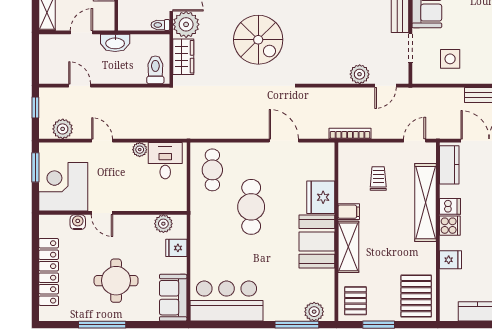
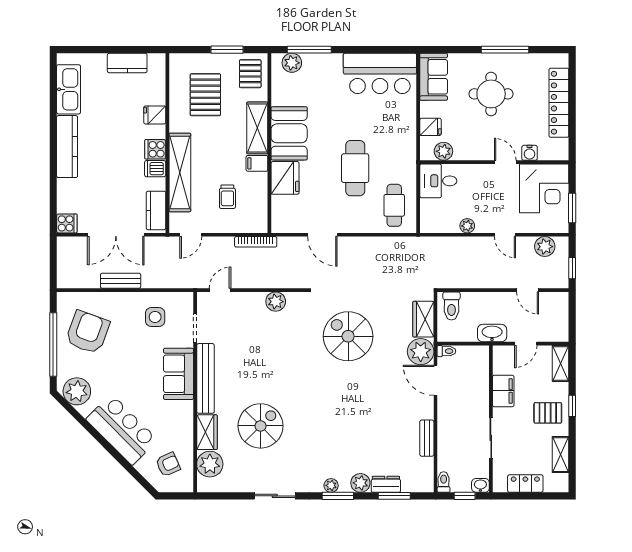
plant: (360, 74) -> (276, 302), moved
desk: (165, 161) -> (438, 181), moved, turned 90
pallet: (416, 296) -> (205, 95), moved

